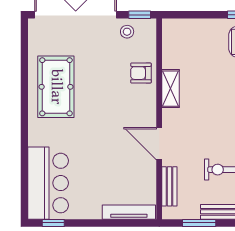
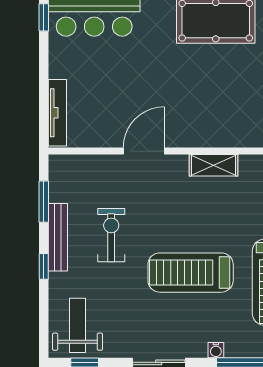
armchair: (141, 73) -> (233, 128), removed
bench: (169, 186) -> (90, 164), removed

